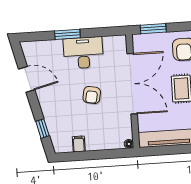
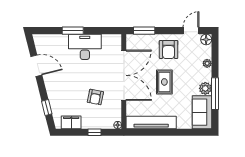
armchair: (92, 95) -> (95, 97), moved
filing cabinet: (79, 144) -> (71, 122), width x2.00
window: (102, 154) -> (94, 132), added

